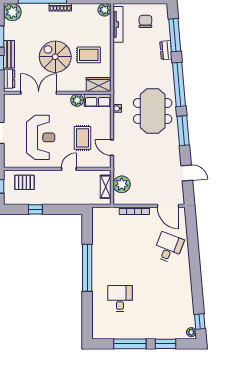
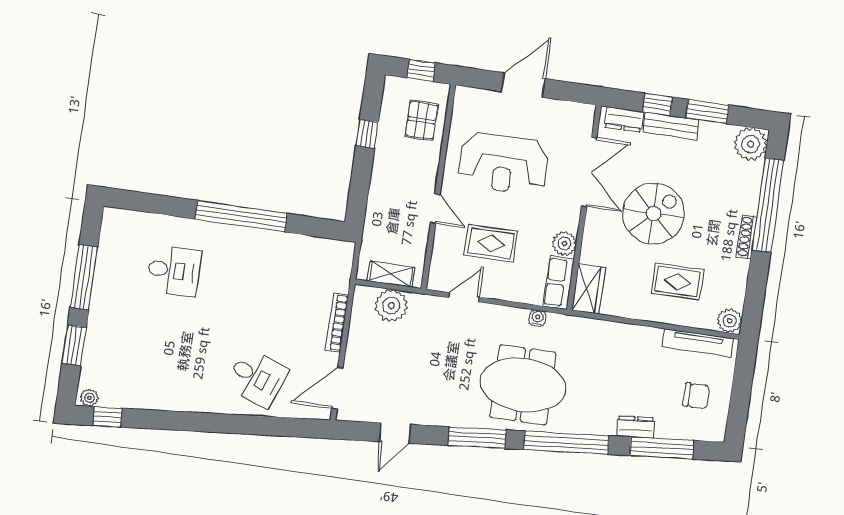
rug: (89, 55) -> (677, 282), moved, turned 90

